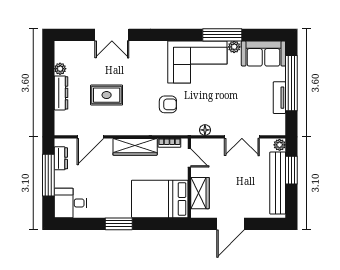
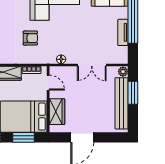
window: (160, 224) -> (23, 137), added

